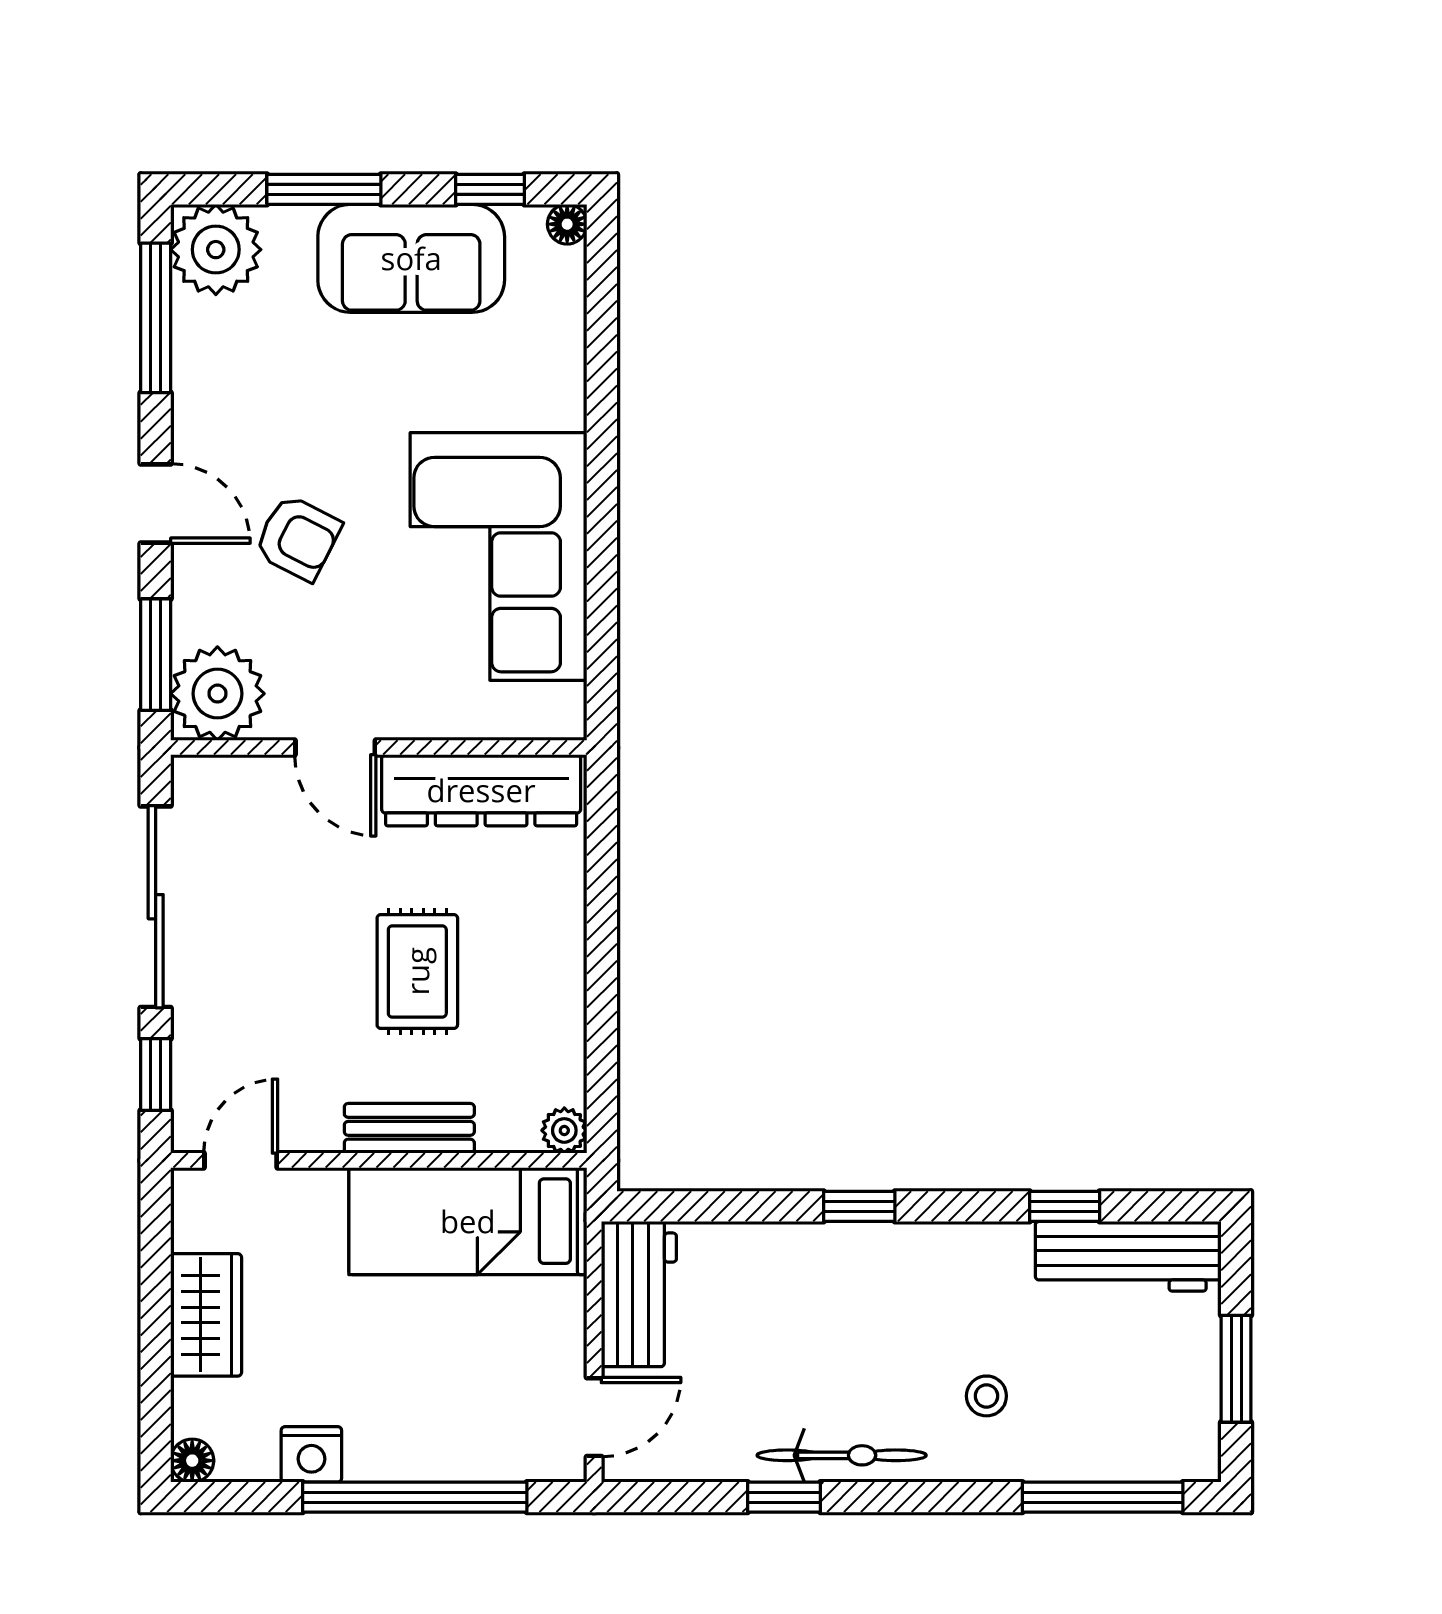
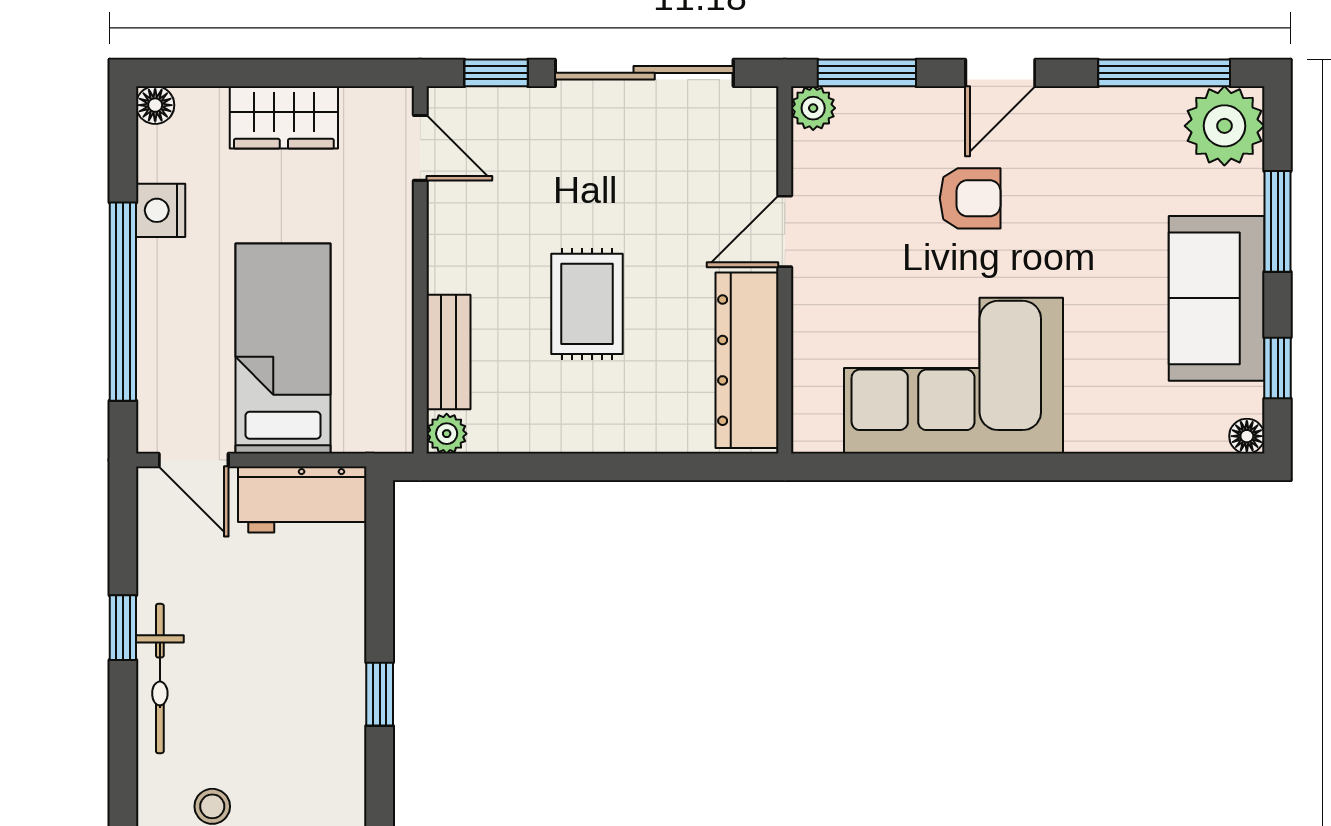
armchair: (298, 538) -> (970, 198), turned -117
plant: (217, 694) -> (813, 108), width x0.53, depth x0.53
rug: (417, 971) -> (587, 304), turned 90
bench: (409, 1128) -> (449, 352), moved
bed: (468, 1221) -> (283, 349), moved

